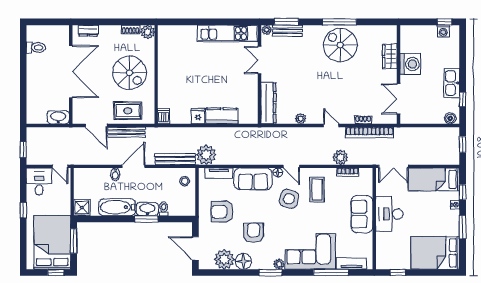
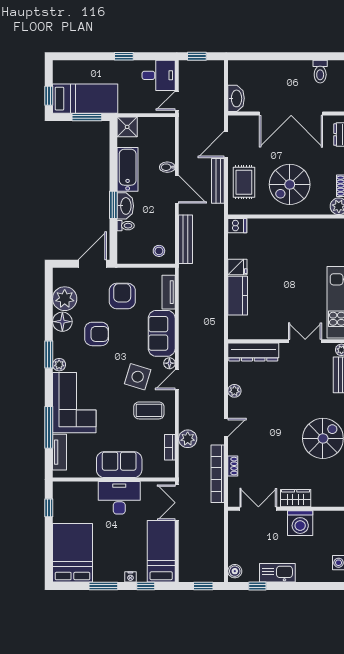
wardrobe: (390, 56) -> (296, 498), moved
plant: (206, 155) -> (191, 277), removed
bed: (52, 242) -> (85, 99), width x0.67
door: (195, 248) -> (92, 264), moved

